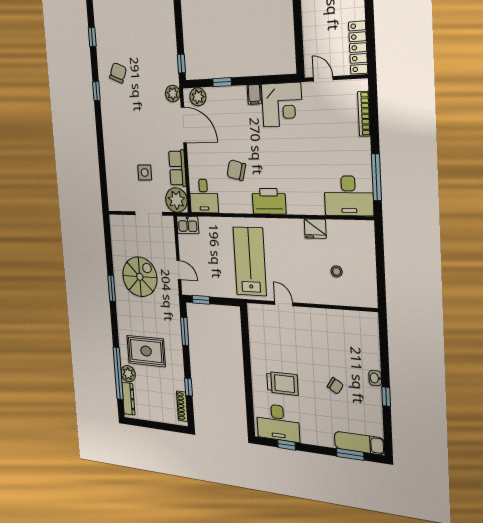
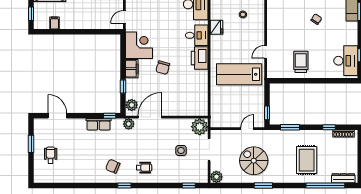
window: (92, 37) -> (189, 185), moved
filing cabinet: (254, 94) -> (132, 69), width x2.00
wheelchair: (120, 119) -> (144, 168), added
row of seats: (177, 168) -> (98, 124), moved
chair: (236, 170) -> (163, 68), moved
desk: (204, 196) -> (197, 35), moved
kitchen sink: (188, 225) -> (216, 119), removed
plant: (128, 374) -> (216, 177), moved
trolley: (282, 383) -> (301, 62), moved

